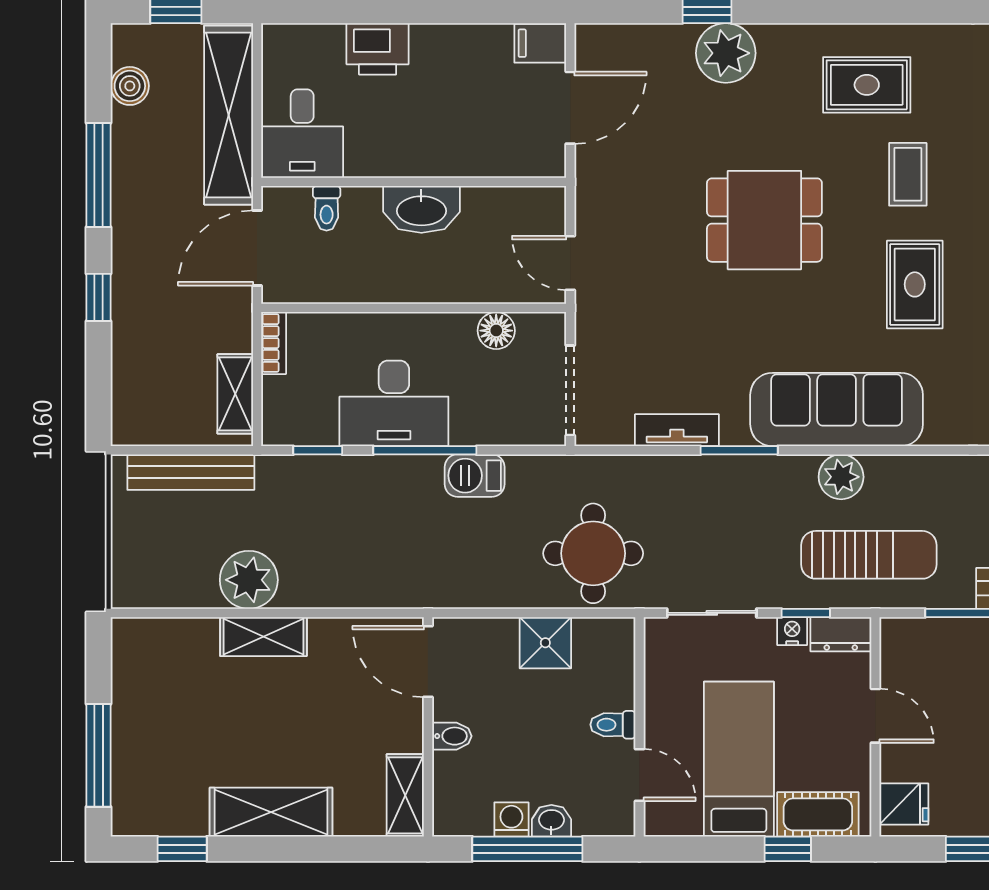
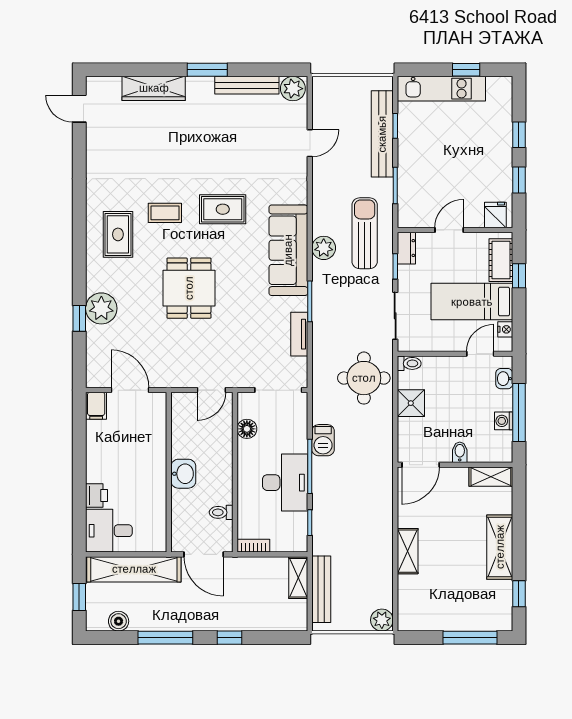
printer: (378, 49) -> (96, 496), width x0.73, depth x0.81
desk: (302, 134) -> (109, 531), moved, turned 180
toilet: (327, 208) -> (221, 512), moved, turned 180
washbasin: (421, 209) -> (183, 474), width x0.72
shelving: (235, 394) -> (298, 578), moved, turned 90
plant: (249, 580) -> (382, 620), moved, width x0.73, depth x0.73
nightstand: (792, 631) -> (505, 329), moved, turned 180
toilet: (613, 725) -> (409, 363), moved, turned -90
washbasin: (551, 821) -> (504, 379), moved

